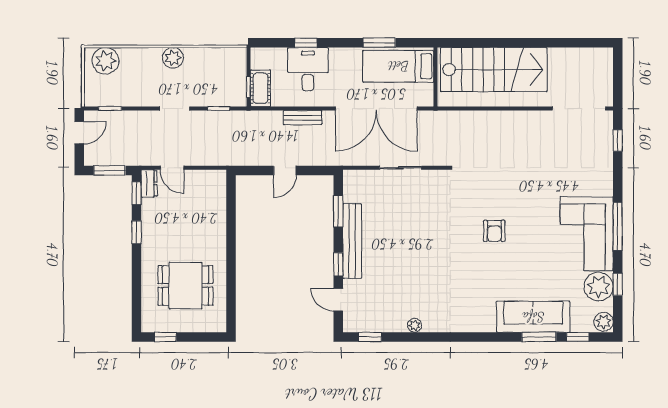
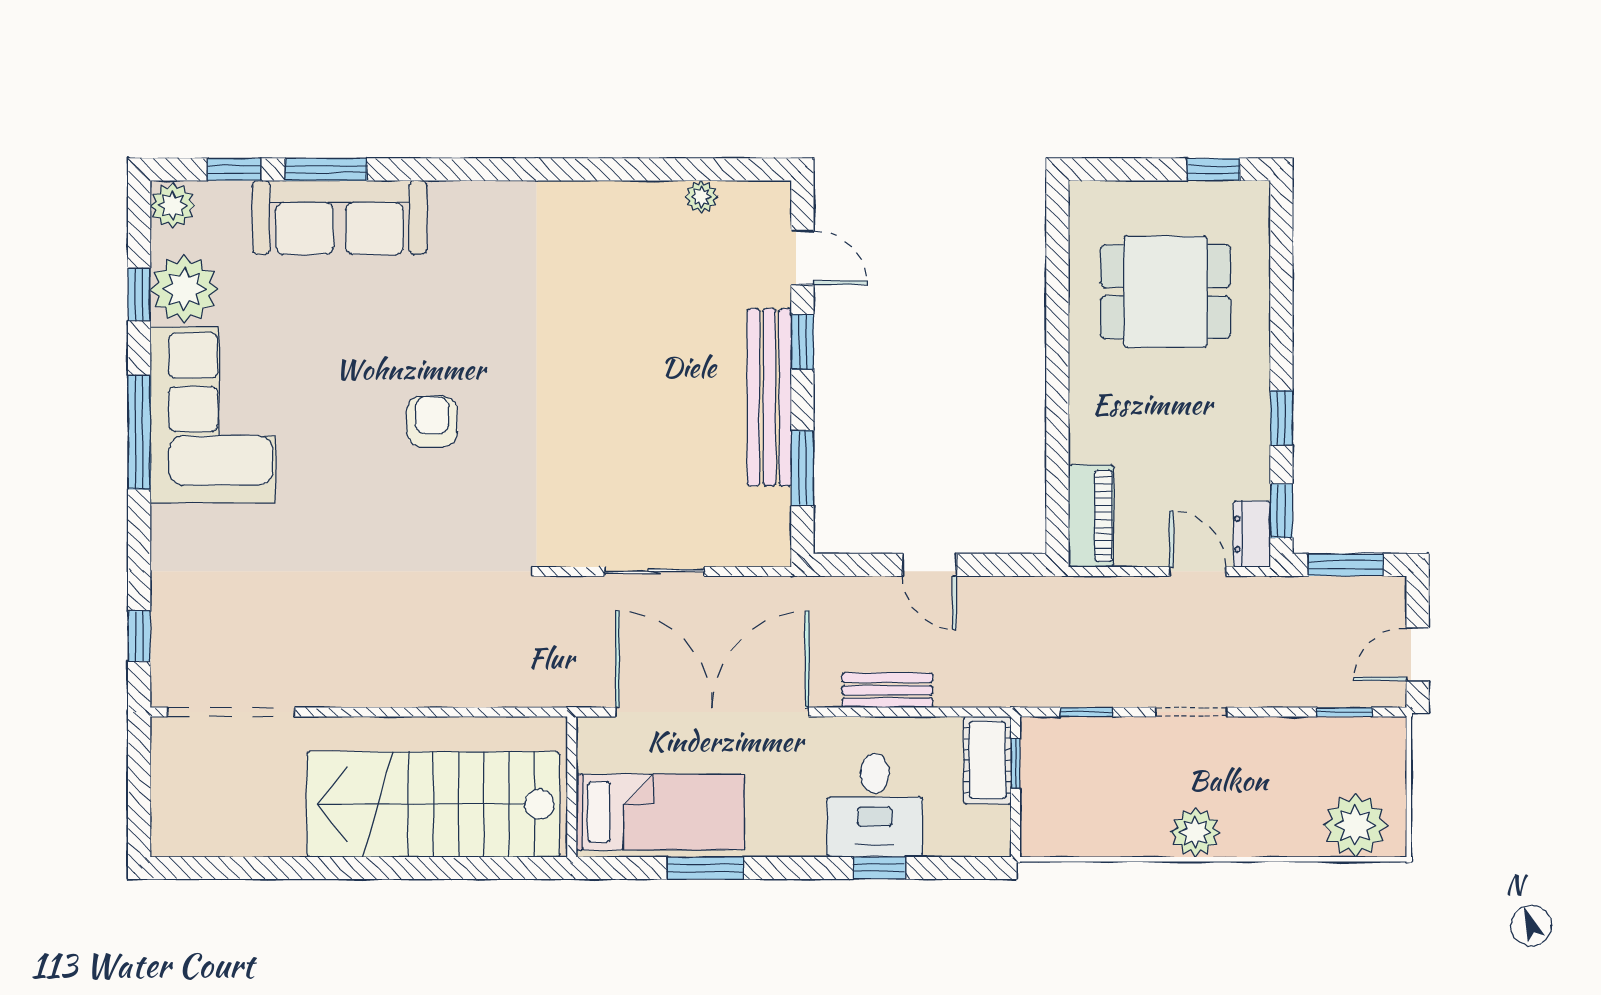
door: (285, 170) -> (929, 565), swing flipped
piano: (217, 191) -> (1091, 516), added
plant: (415, 325) -> (701, 197), moved
window: (370, 337) -> (727, 169), removed

